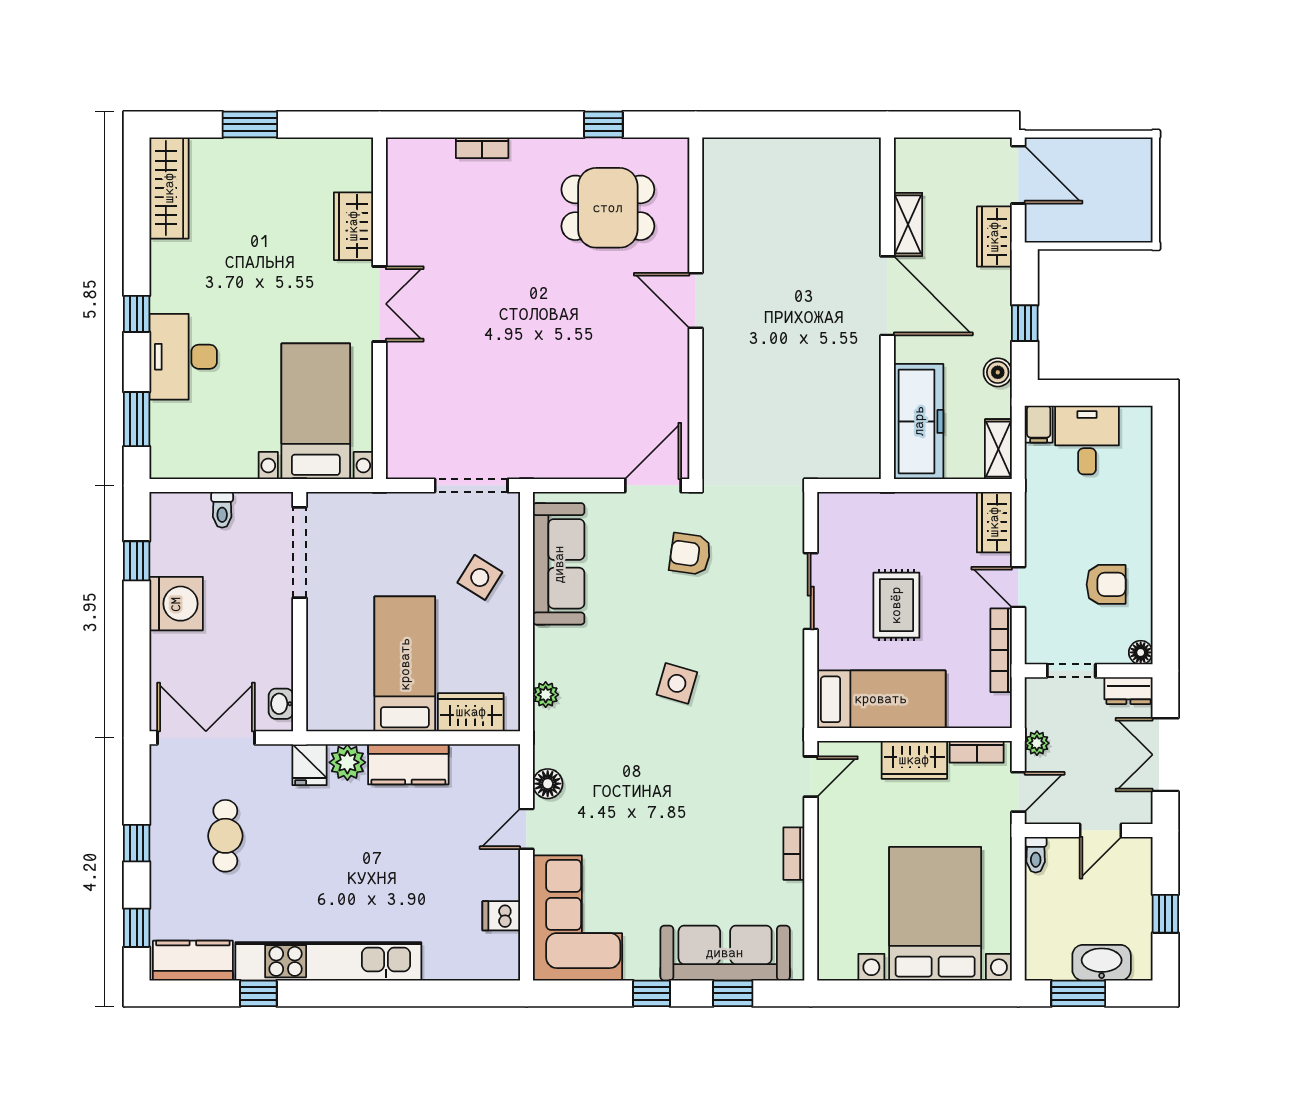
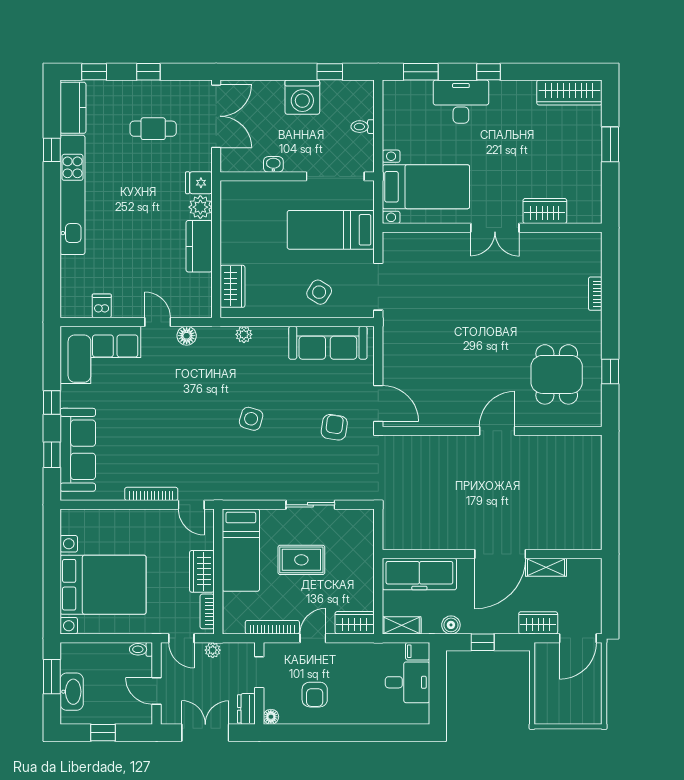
bed: (405, 664) -> (331, 230), moved, turned 180
washbasin: (281, 704) -> (273, 164), moved
bookcase: (794, 854) -> (151, 494), width x1.56

